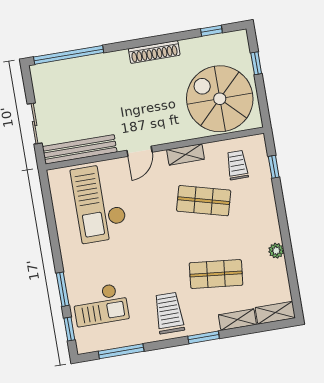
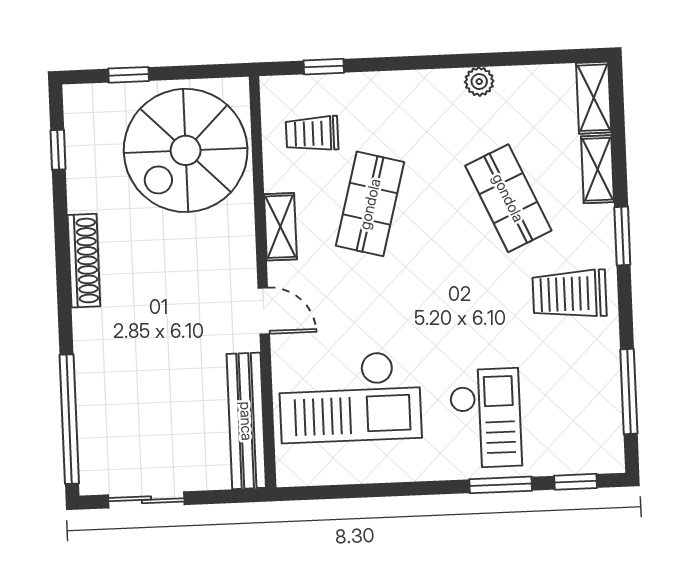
sliding door: (35, 123) -> (146, 500), moved
shop shelf: (216, 274) -> (508, 198), turned -30
checkout: (100, 305) -> (486, 418), moved

